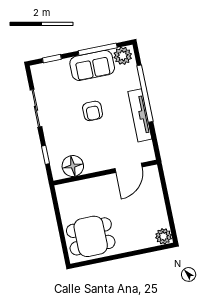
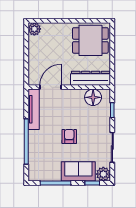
plant: (123, 56) -> (103, 174), moved
sofa: (92, 65) -> (78, 171), moved
tv unit: (140, 115) -> (34, 109), moved
dresser: (81, 189) -> (91, 78), added

